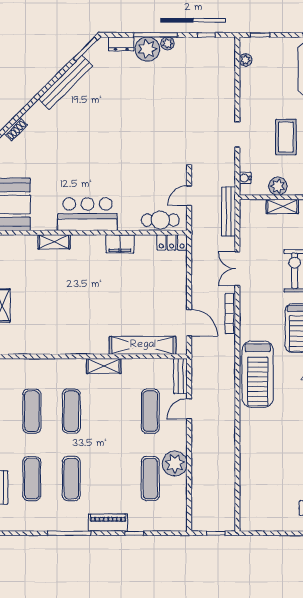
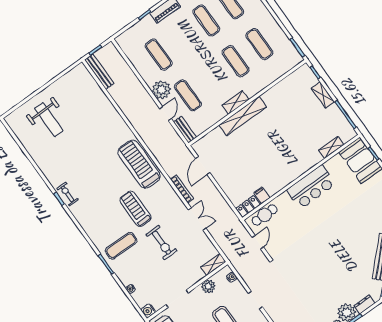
shelving: (282, 206) -> (213, 264), moved
bench: (228, 212) -> (99, 72), moved
shelving: (54, 242) -> (331, 147), moved
filing cabinet: (120, 244) -> (262, 195), moved, width x0.50
door: (189, 323) -> (203, 166), hinge flipped
shelving: (143, 345) -> (243, 116), moved
plant: (175, 464) -> (162, 90), moved

